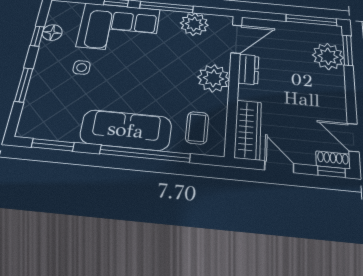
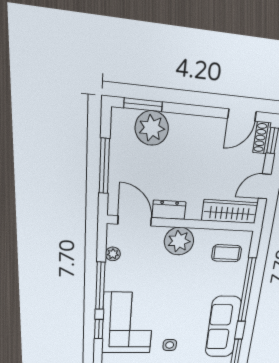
window: (311, 20) -> (104, 166), moved
plant: (194, 24) -> (113, 254), width x0.53, depth x0.53
sofa: (126, 130) -> (223, 327), moved

